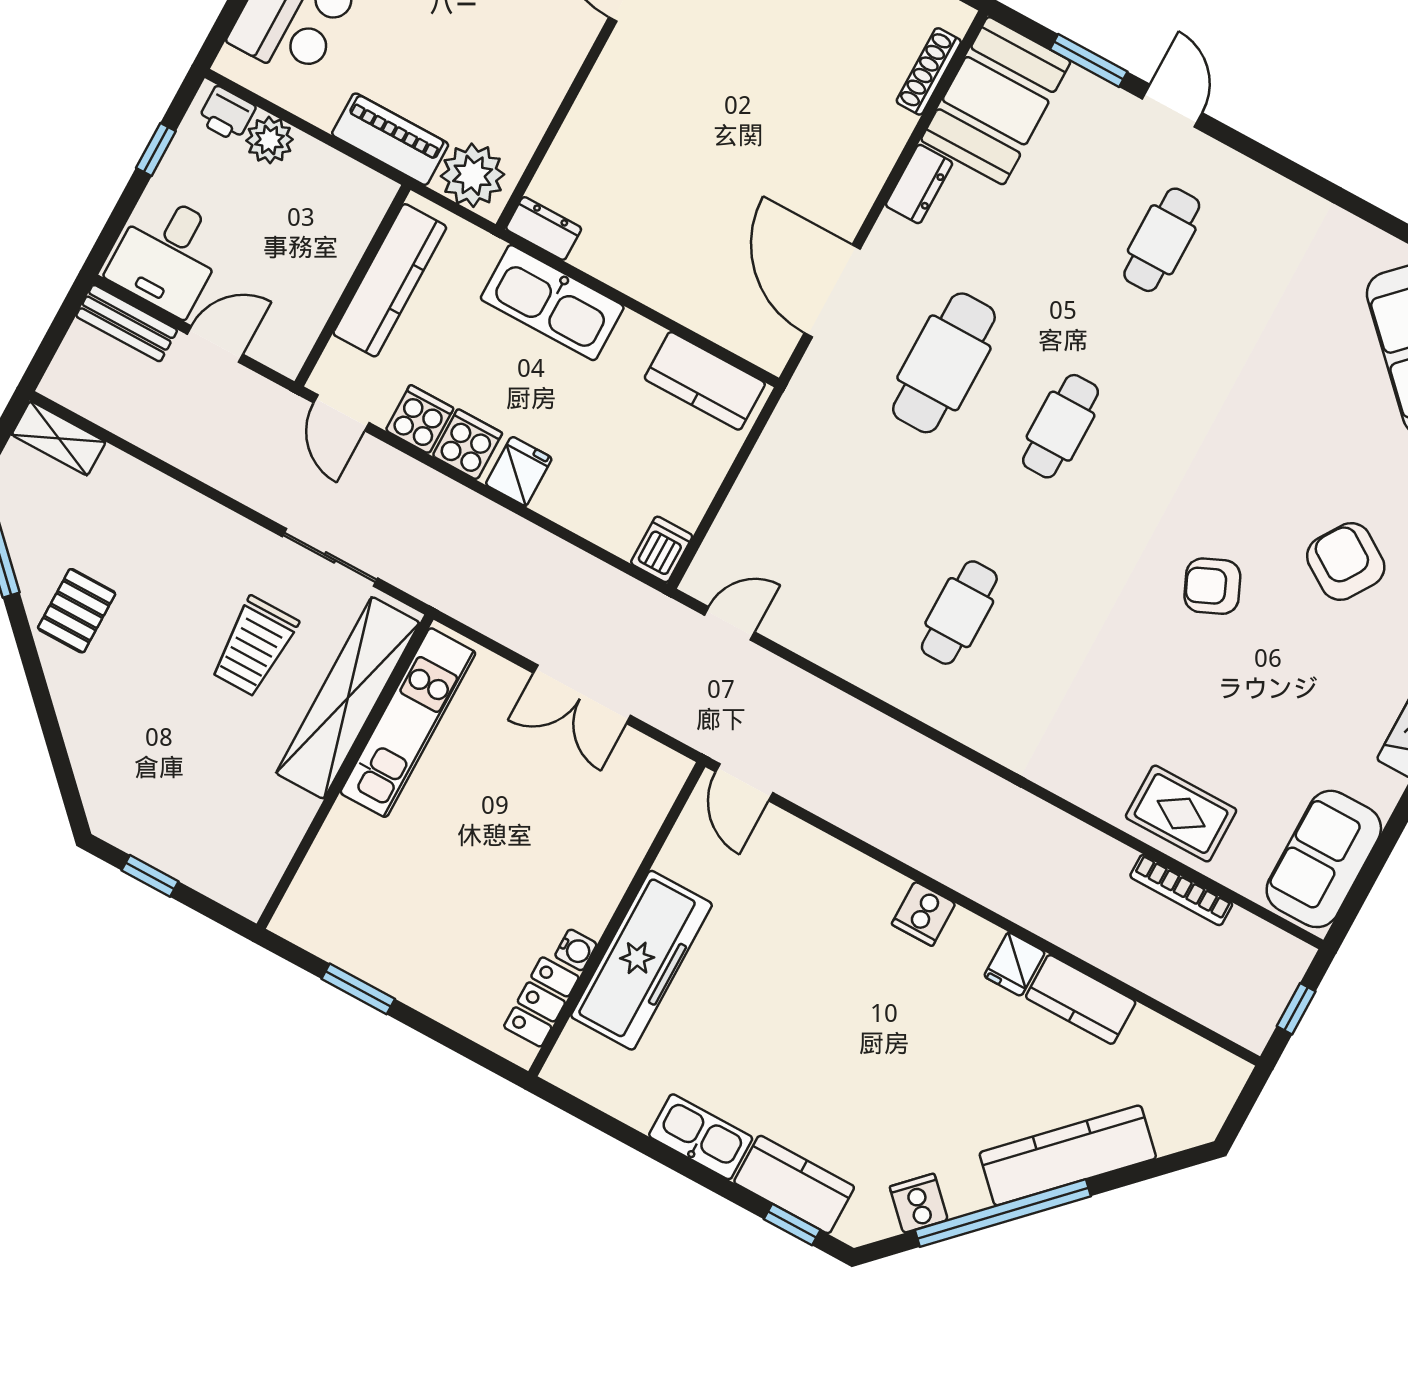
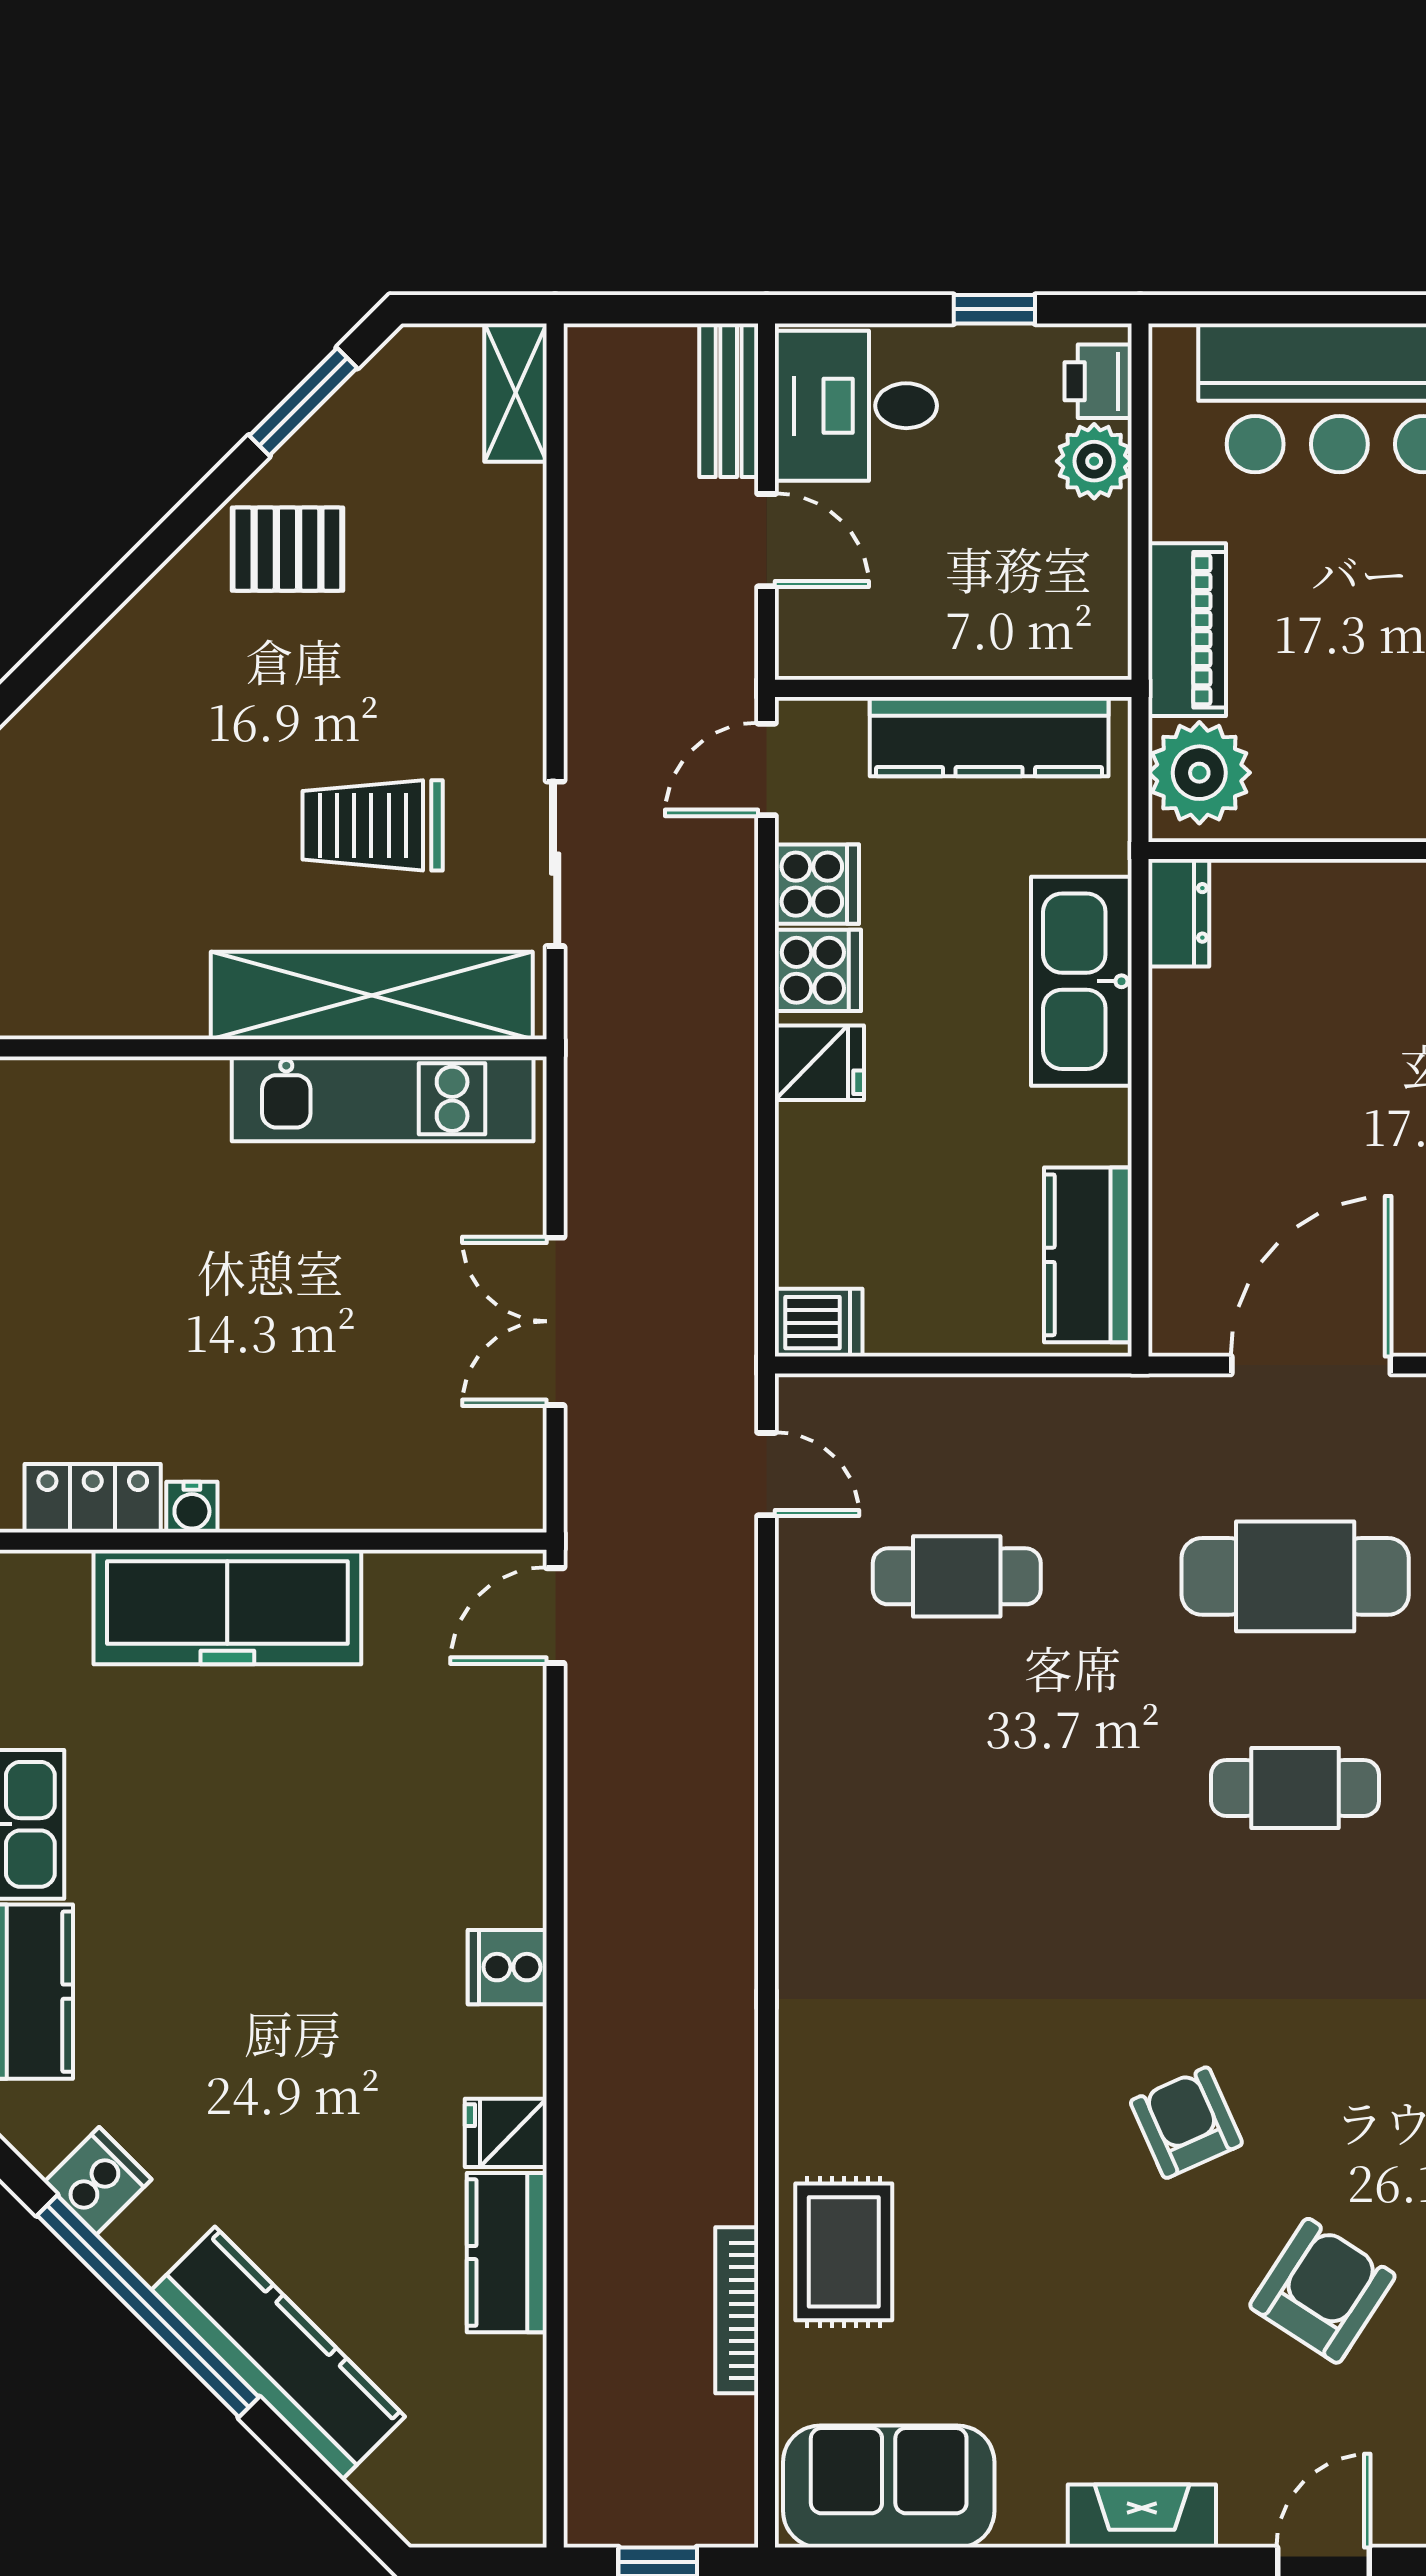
cafe table: (959, 613) -> (957, 1576), moved

